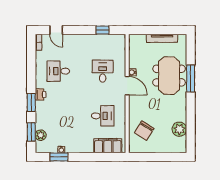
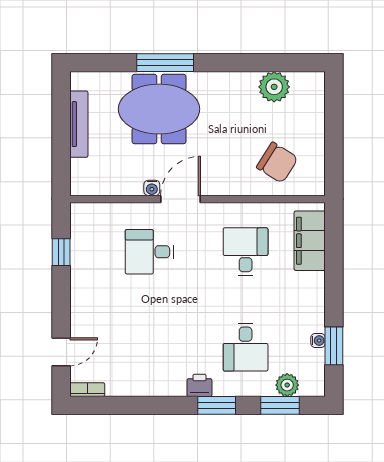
desk: (58, 71) -> (246, 347), moved

